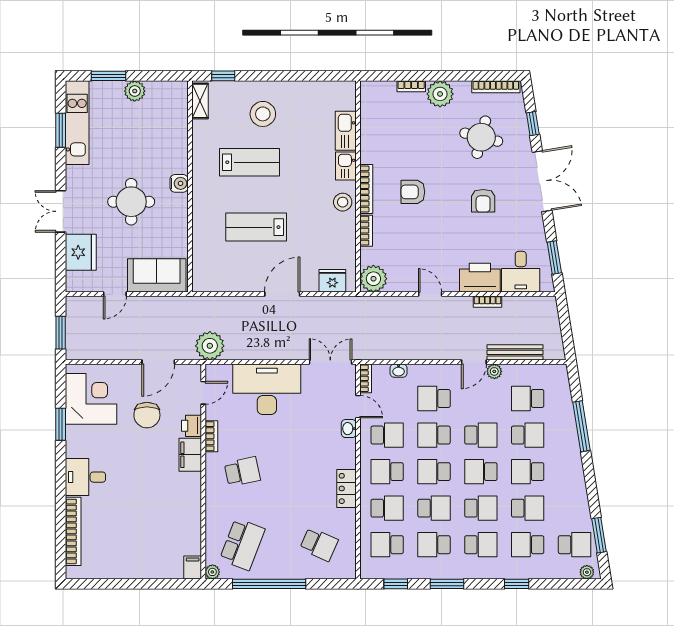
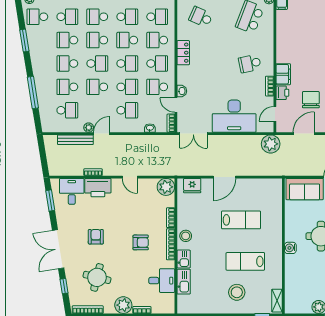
desk: (380, 132) -> (162, 281), added
school desk: (528, 472) -> (67, 63), turned 180
window: (599, 535) -> (24, 40), moved

